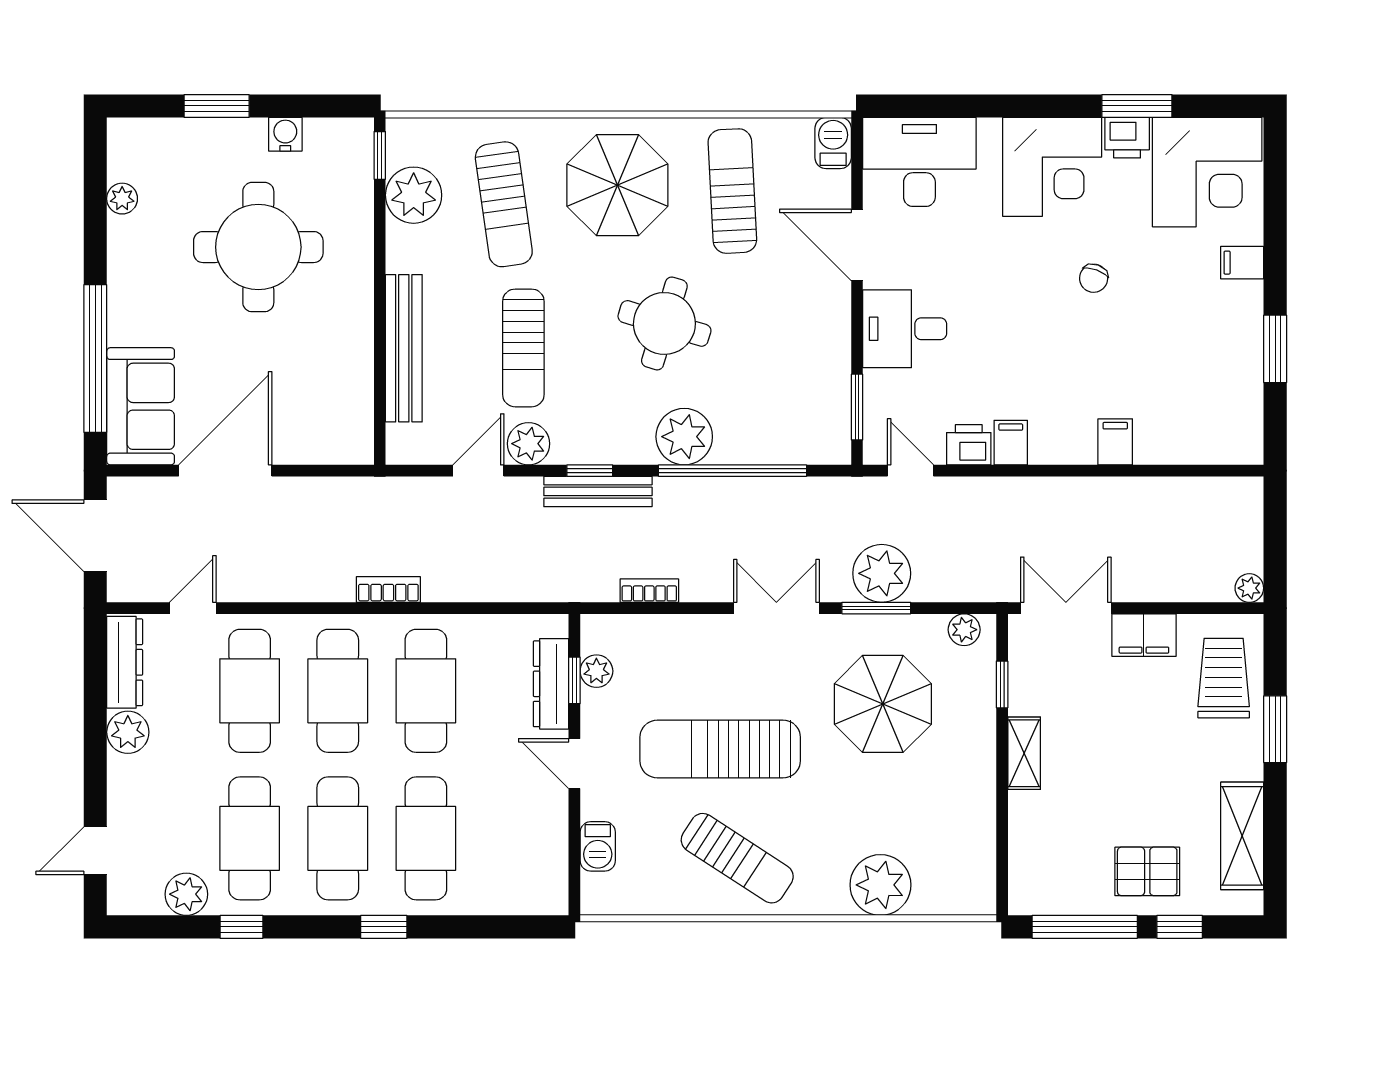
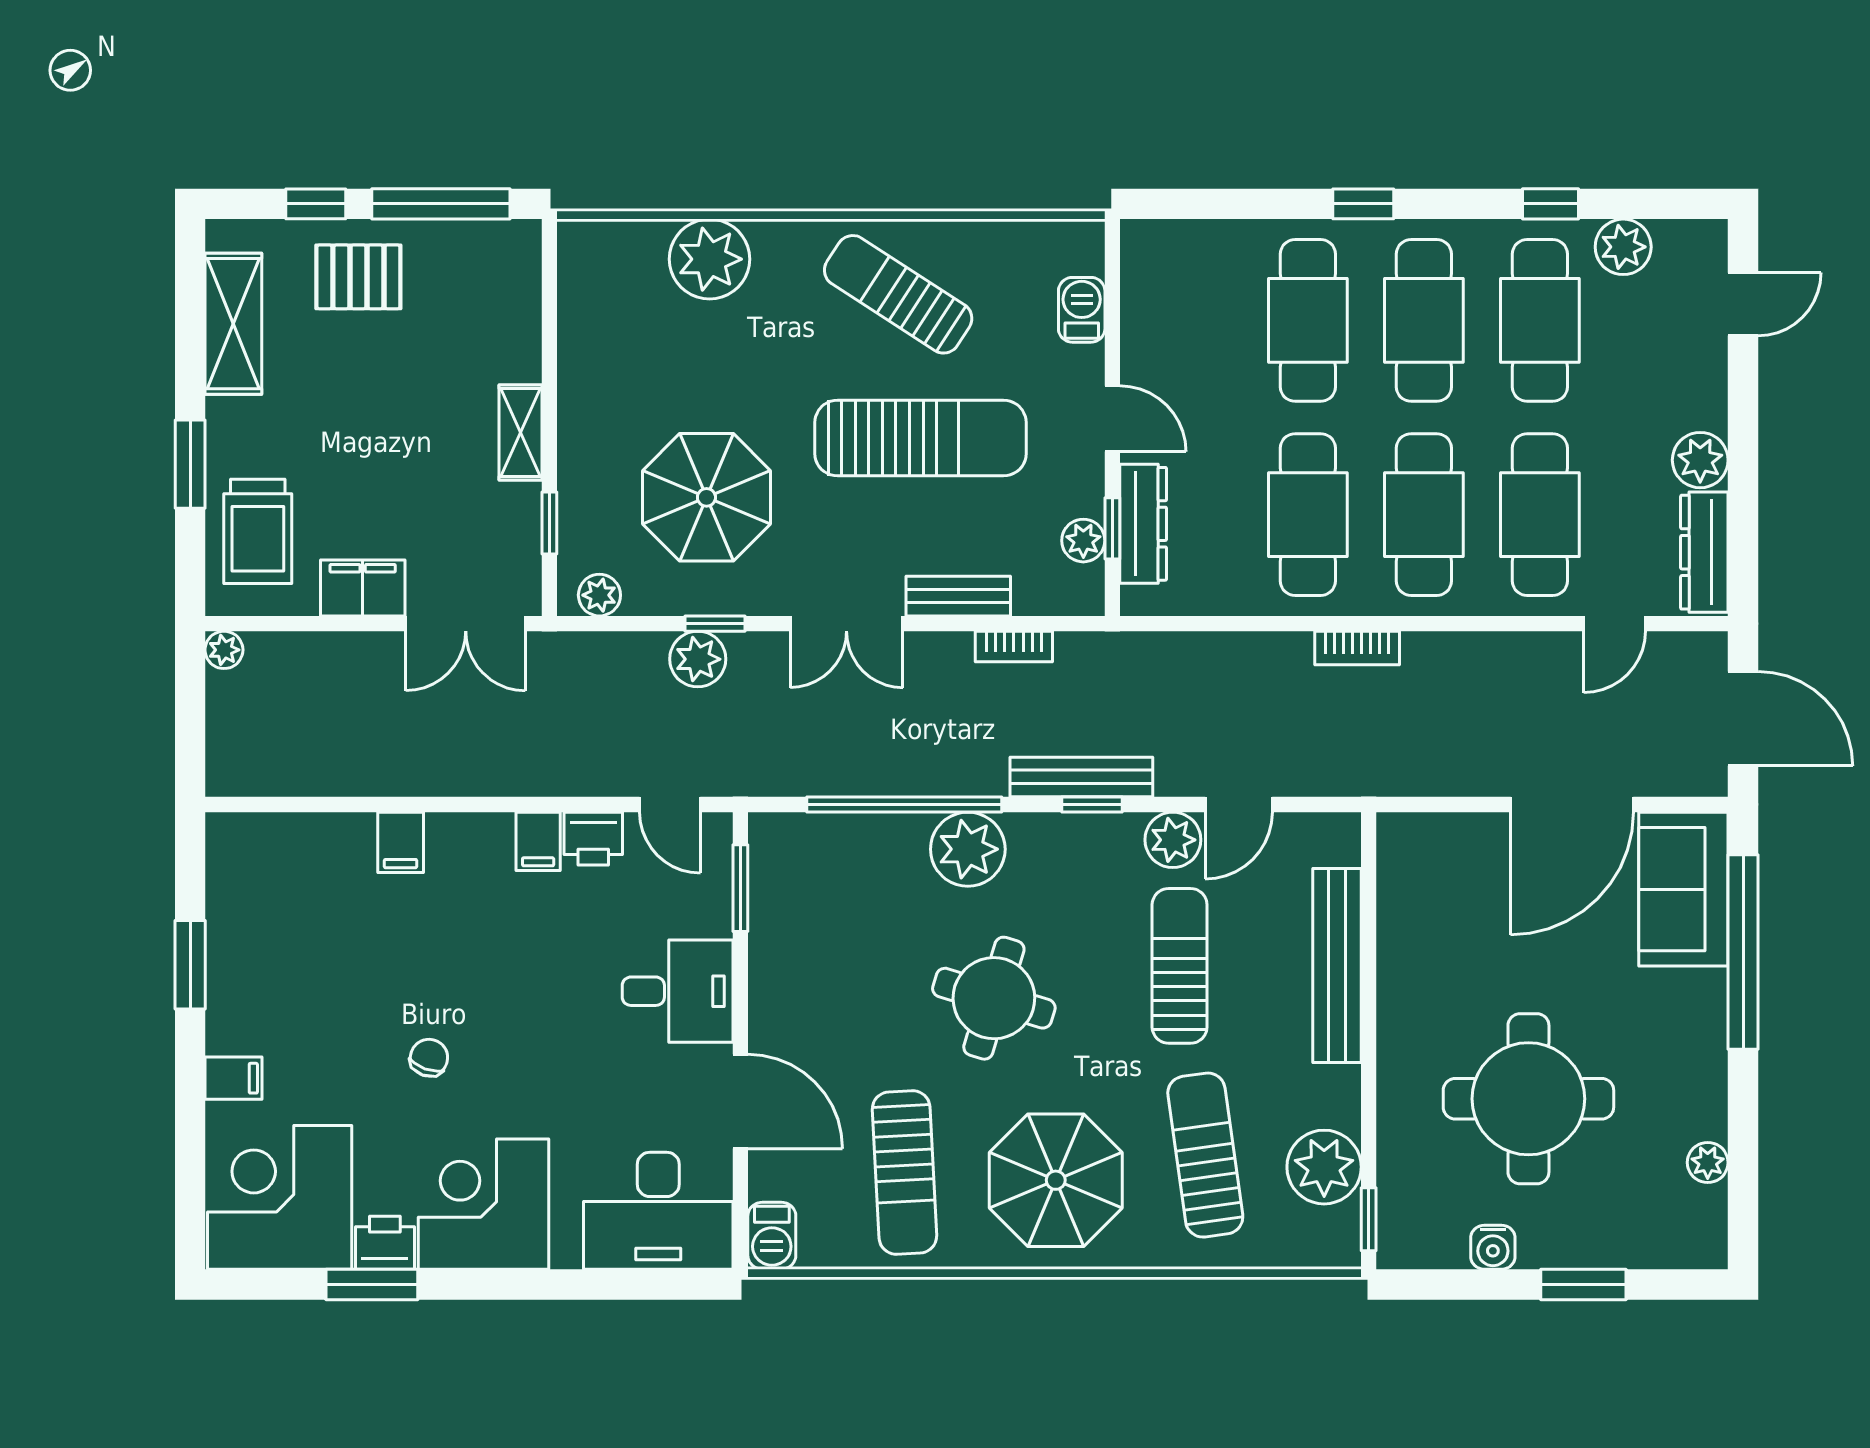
plant: (882, 573) -> (698, 659), width x0.73, depth x0.73
window: (876, 608) -> (715, 624), width x0.67
bench: (692, 629) -> (958, 596), added

